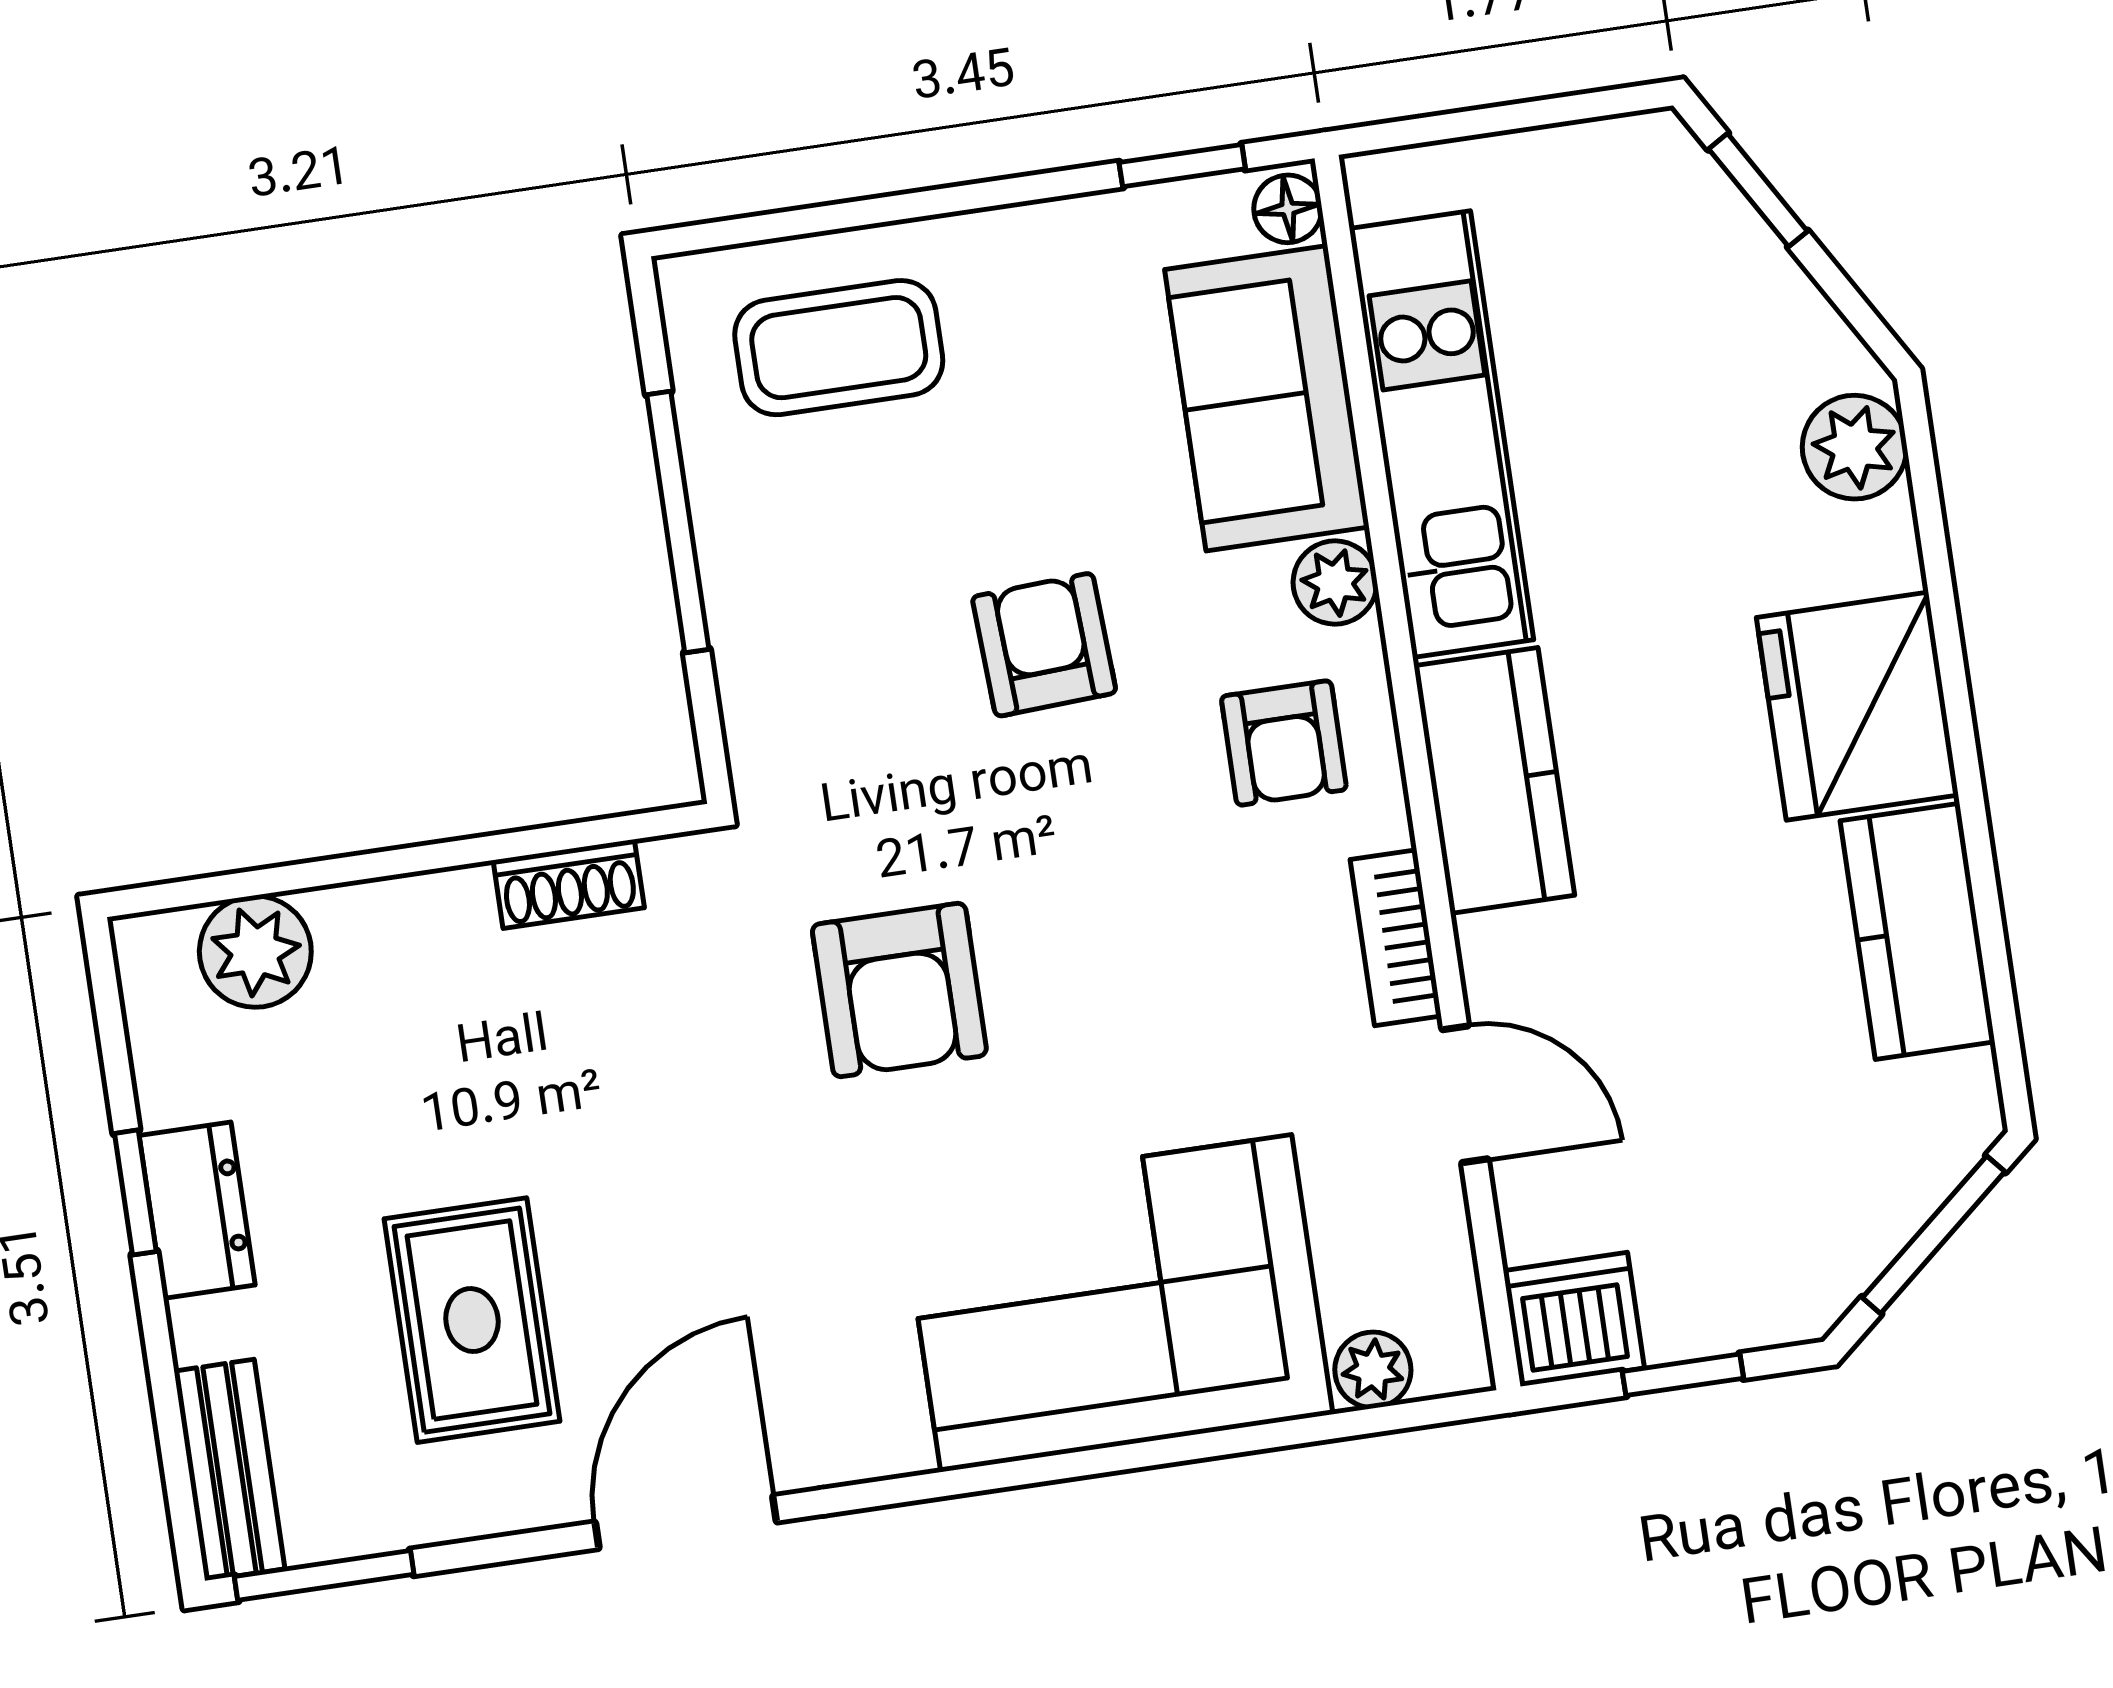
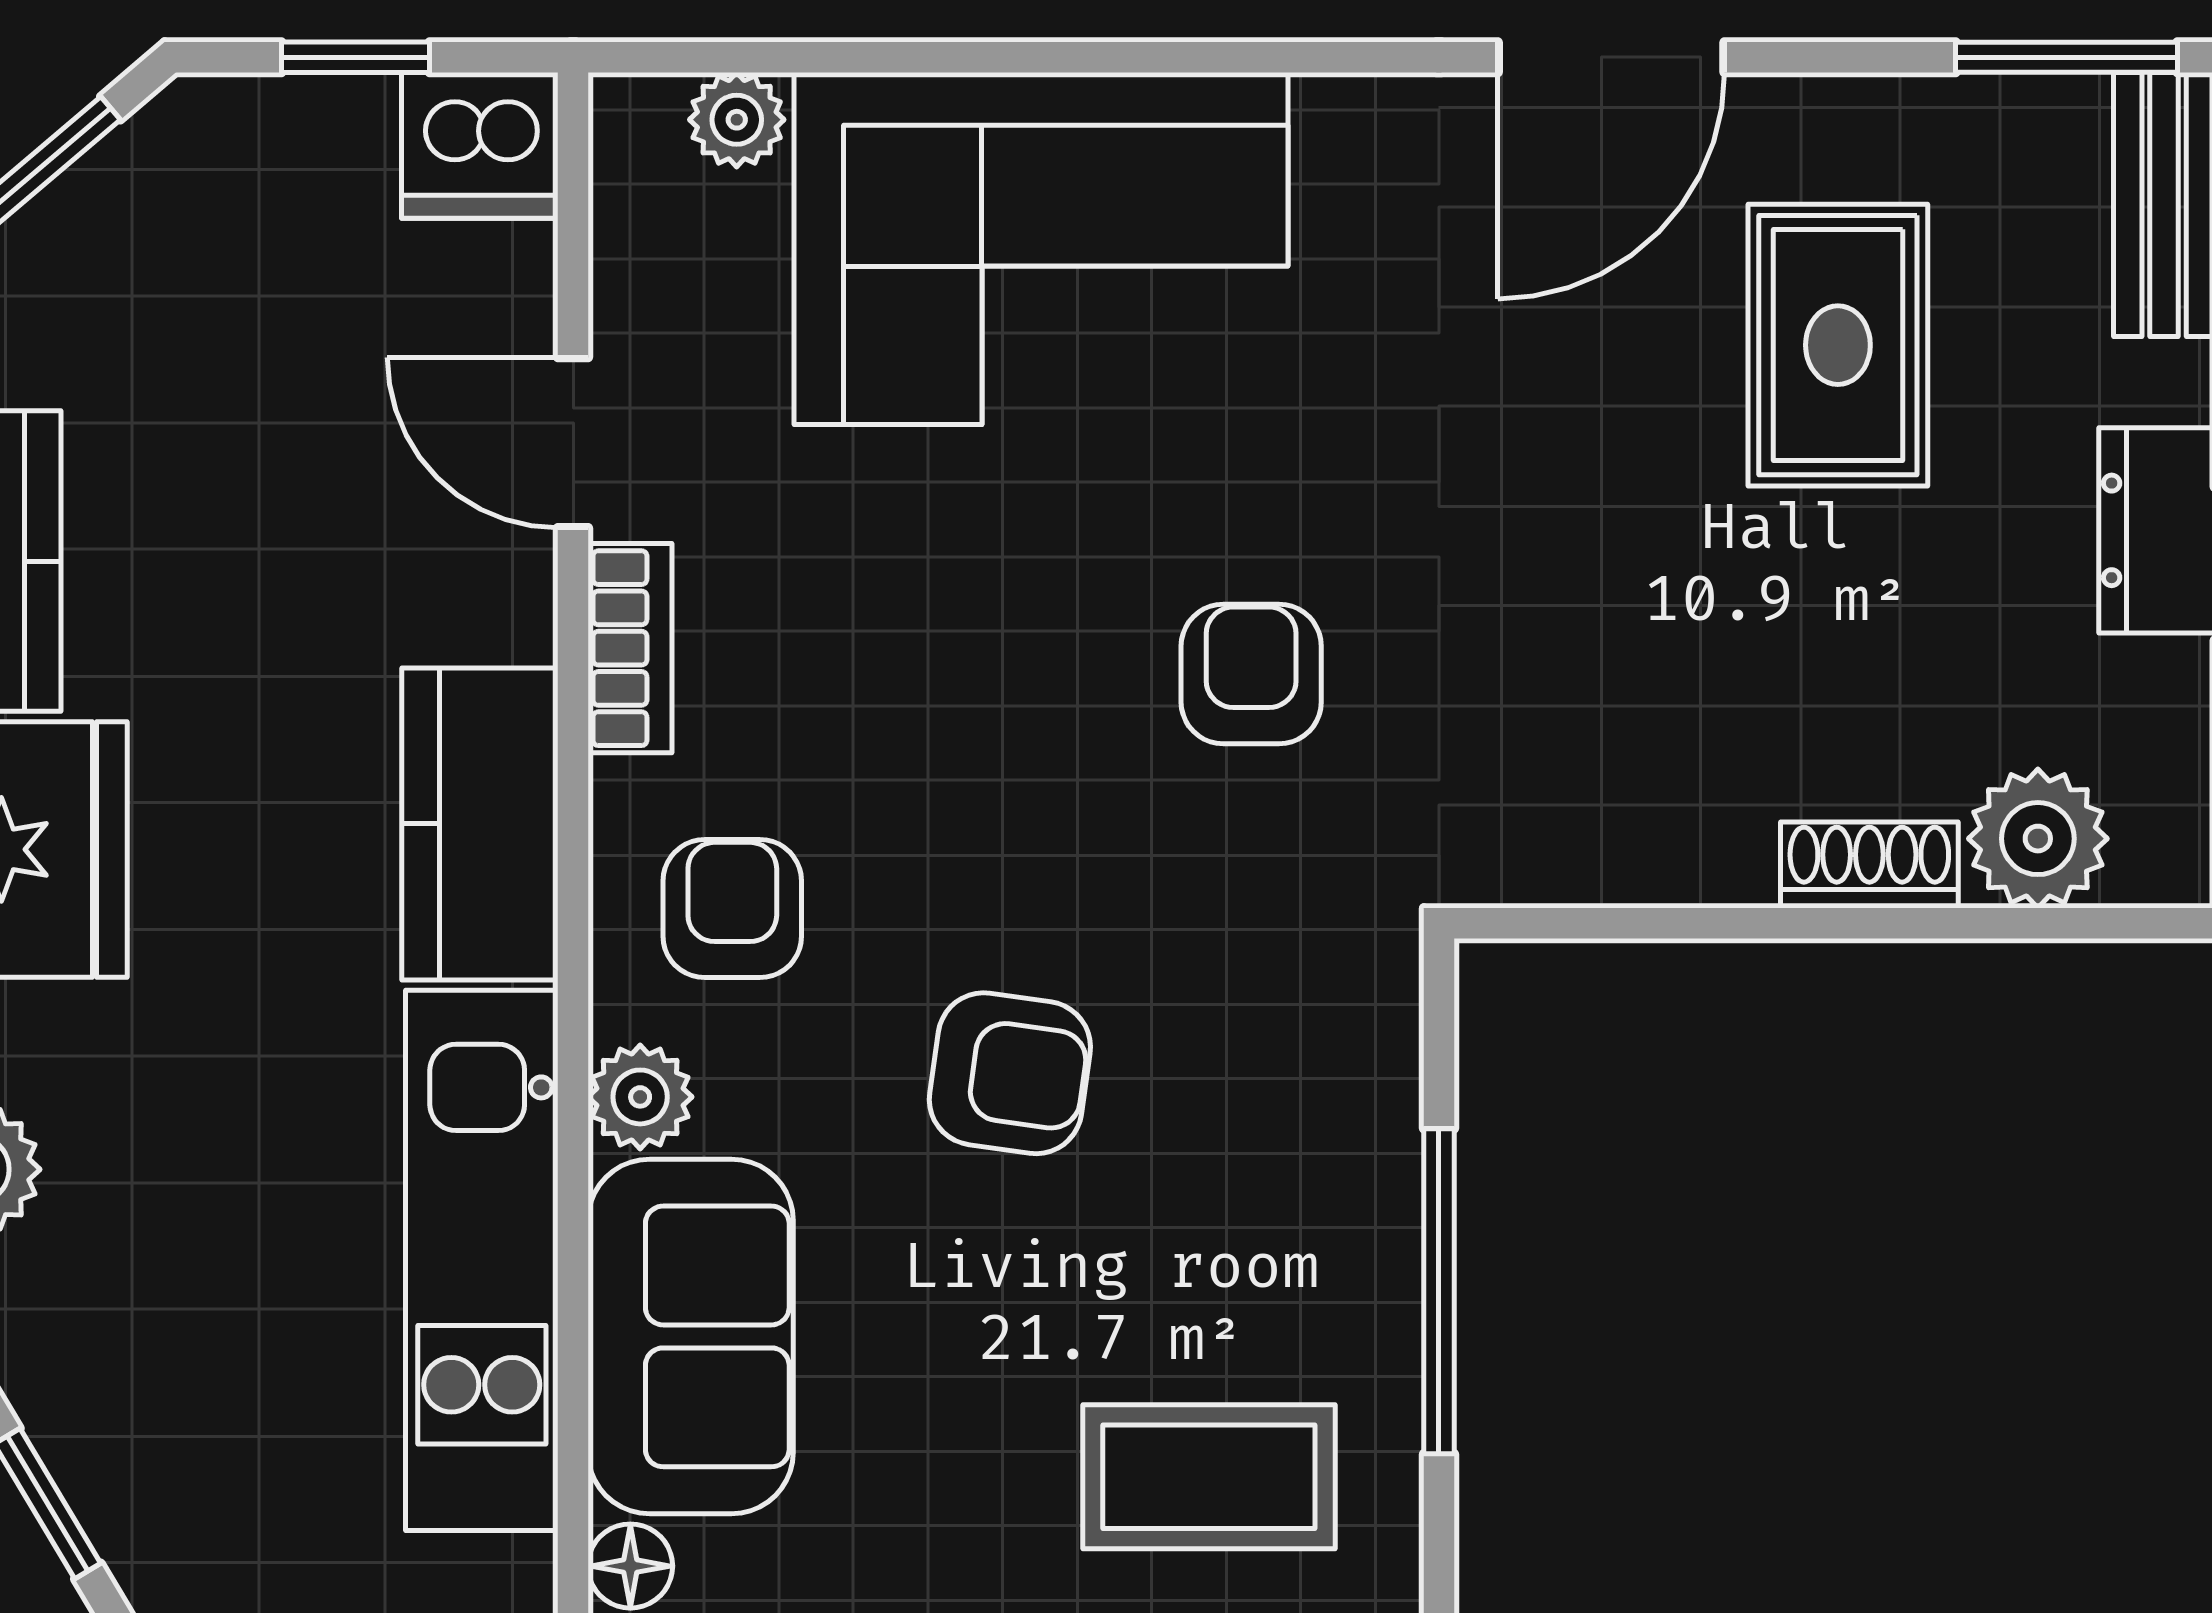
armchair: (1044, 645) -> (1010, 1073), turned -79
shoe rack: (569, 884) -> (1869, 865), moved
armchair: (899, 990) -> (1251, 674), width x0.72, depth x0.72

